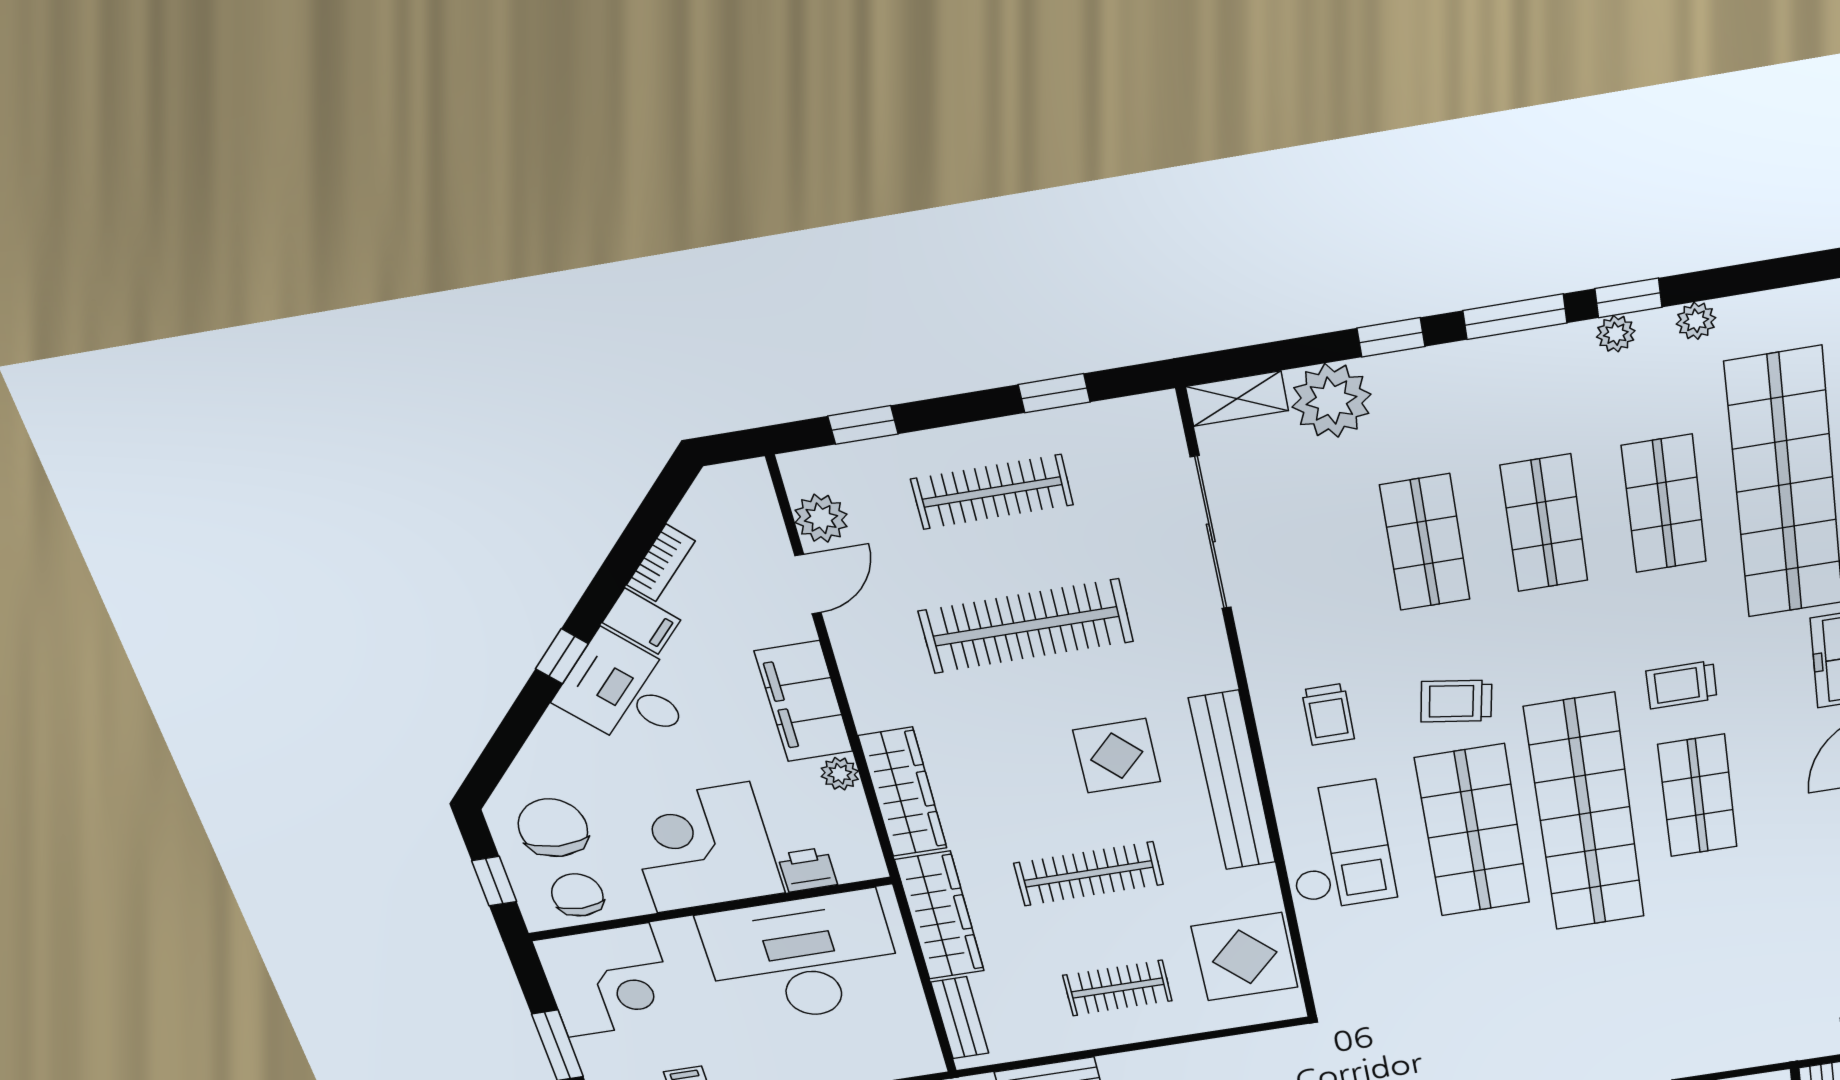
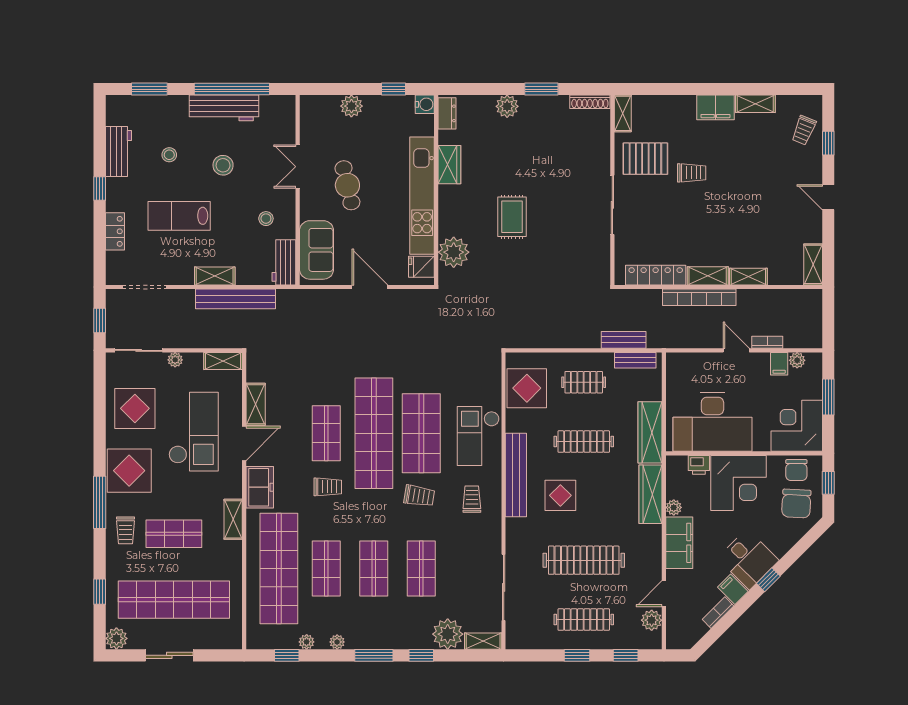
window: (1628, 298) -> (287, 655), moved
window: (1054, 393) -> (577, 655), moved
bench: (960, 1018) -> (635, 360), moved, turned 90

